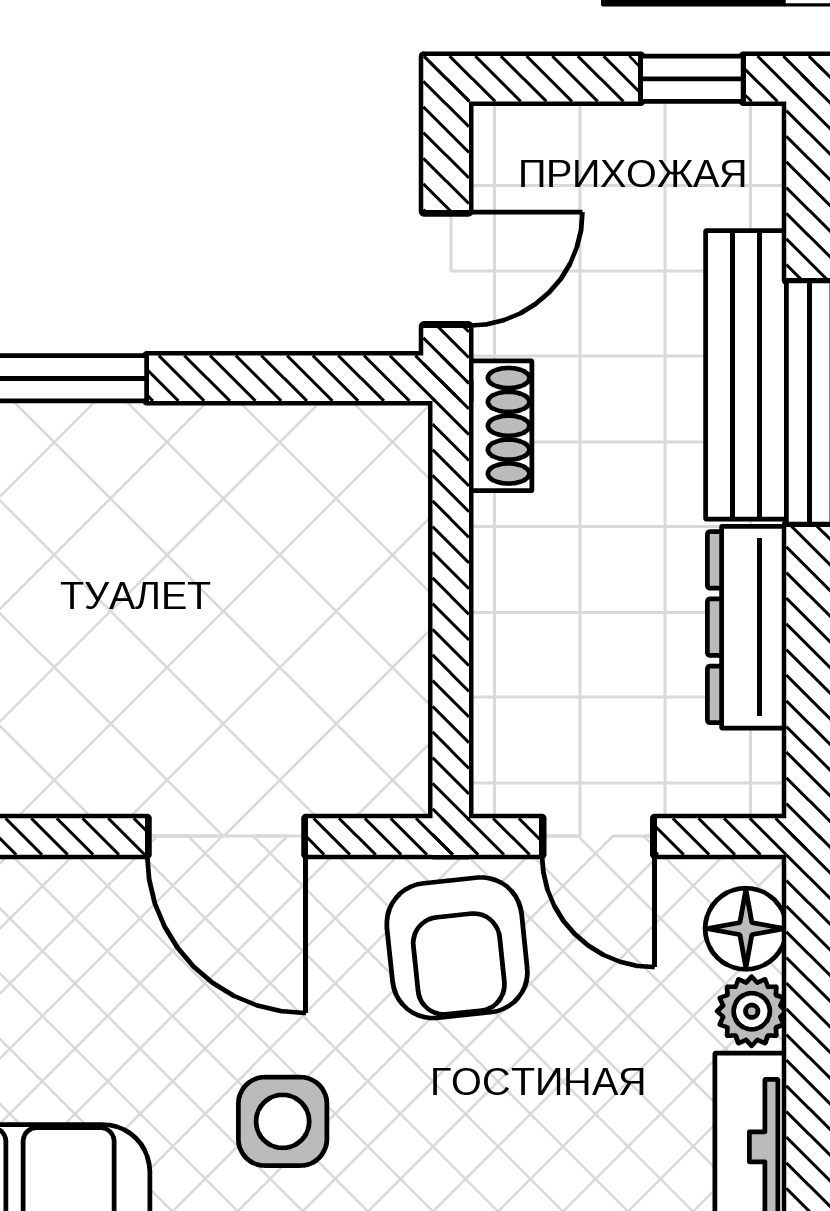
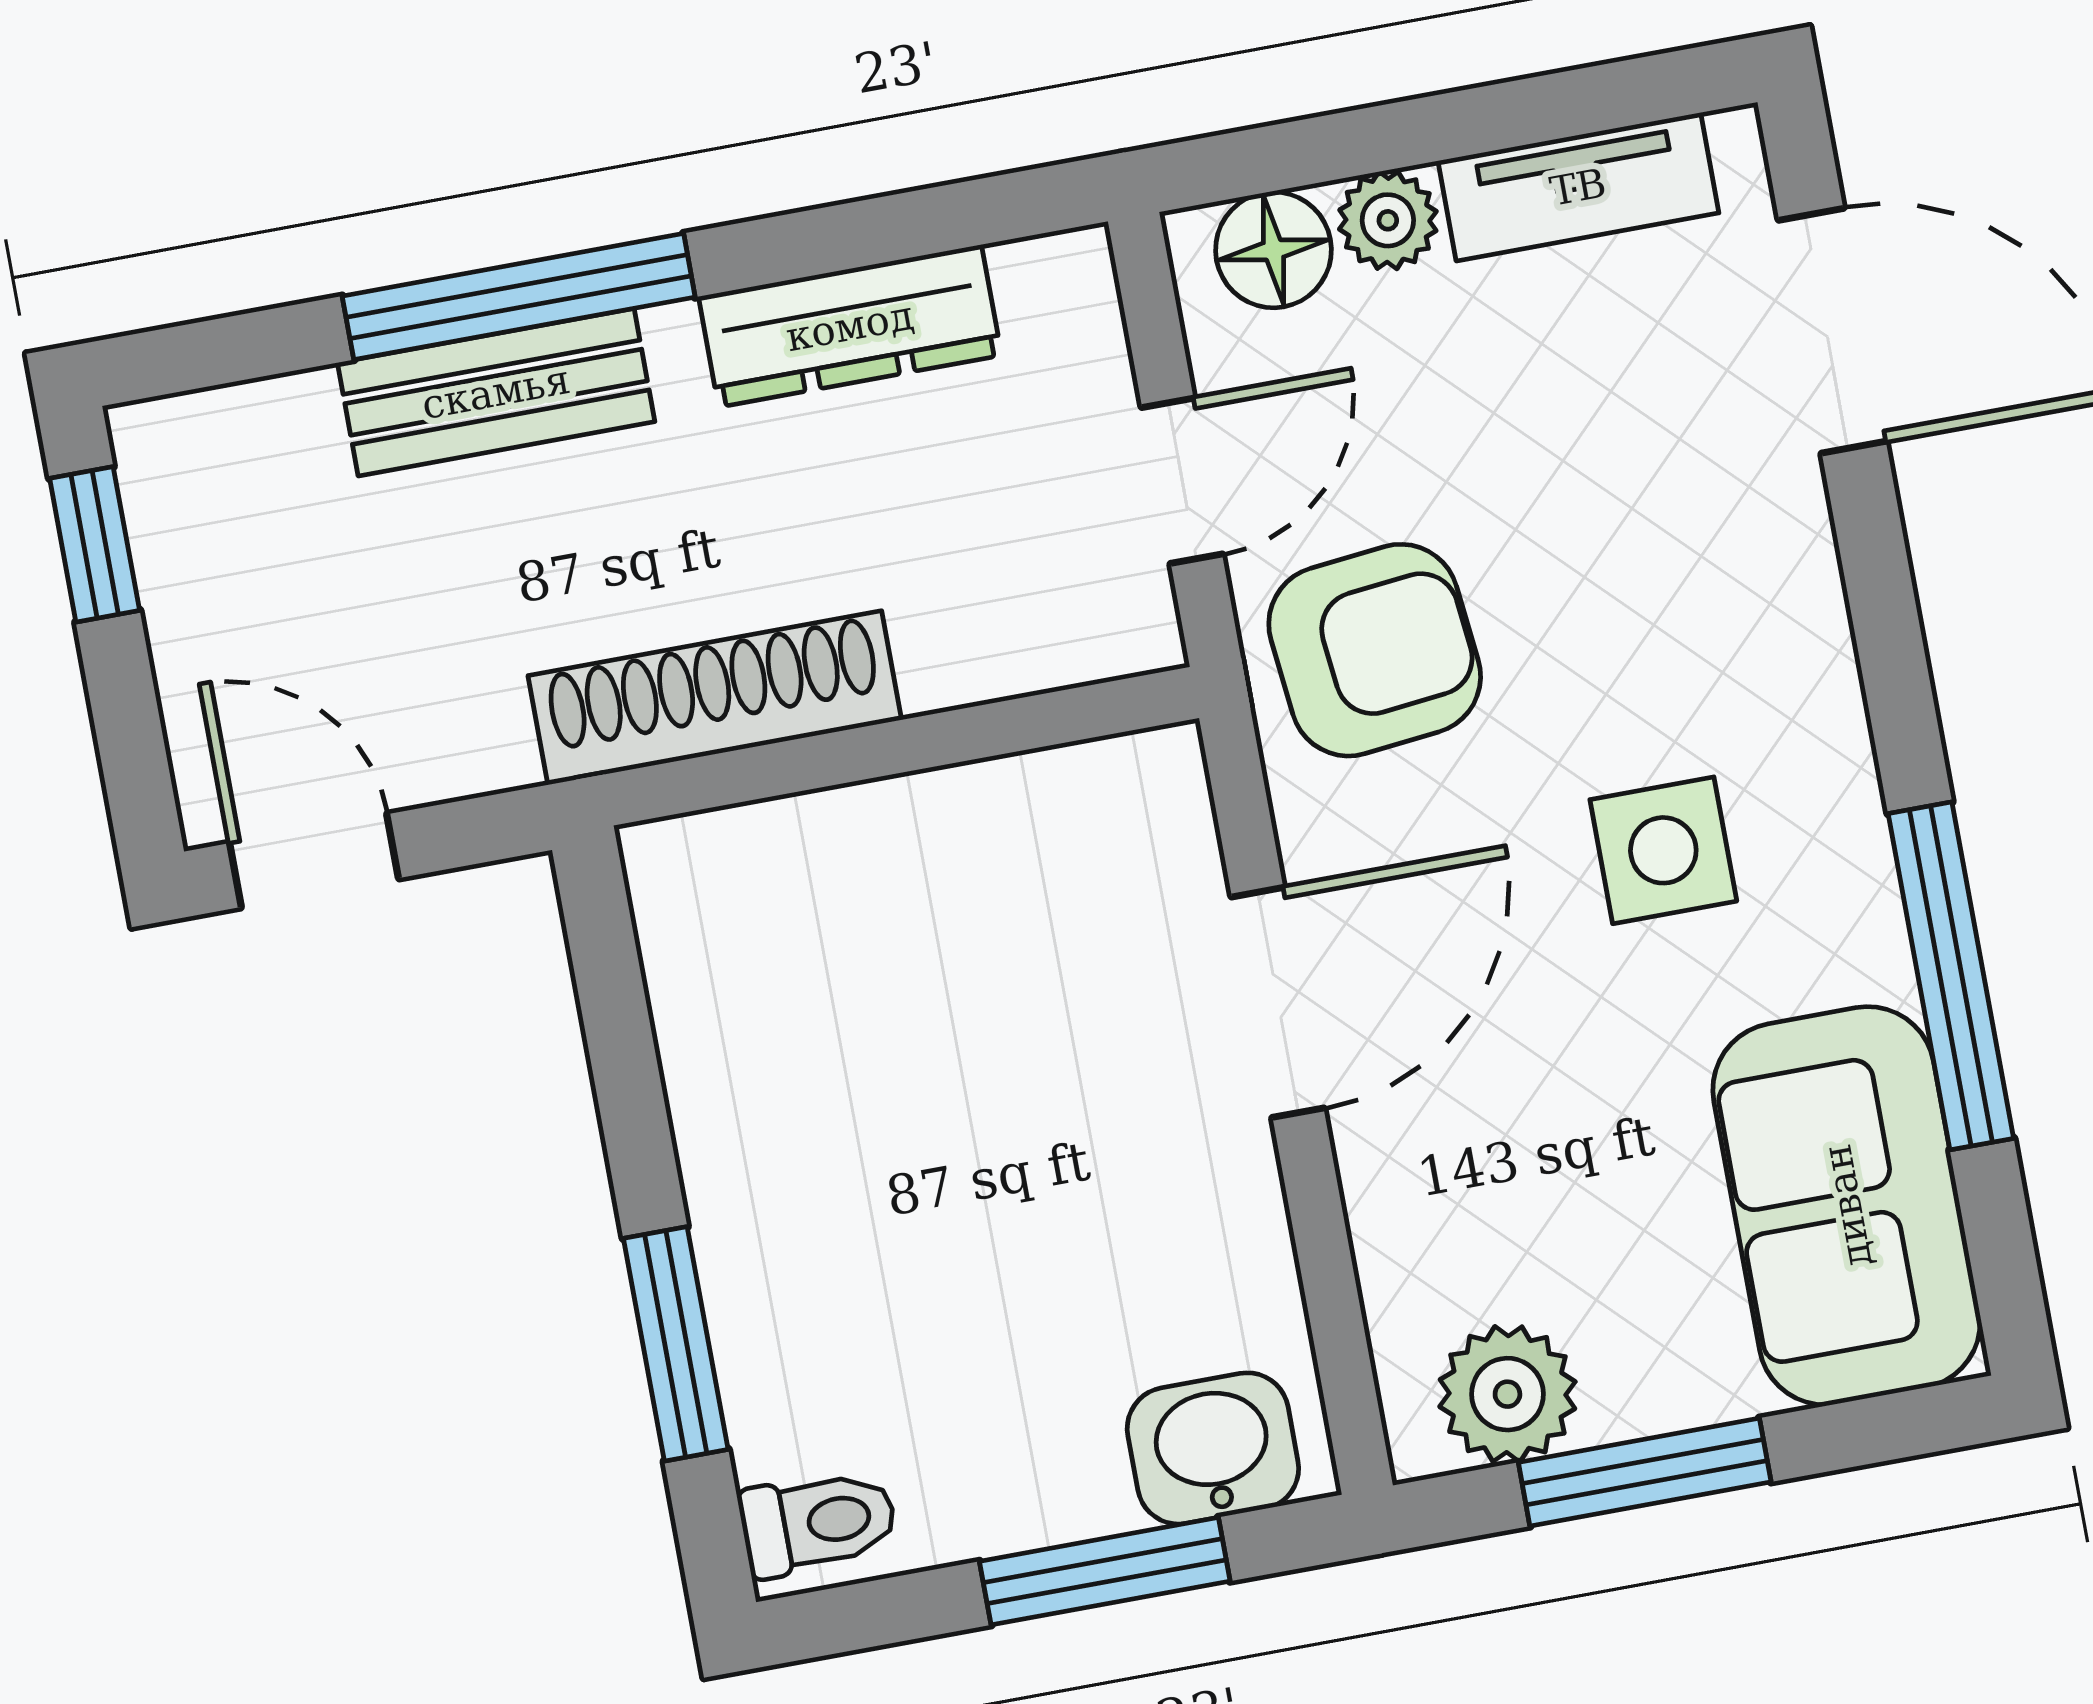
door: (446, 269) -> (314, 861), moved
bench: (746, 375) -> (496, 392), width x0.73
shoe rack: (500, 426) -> (715, 698), width x1.94, depth x1.24

